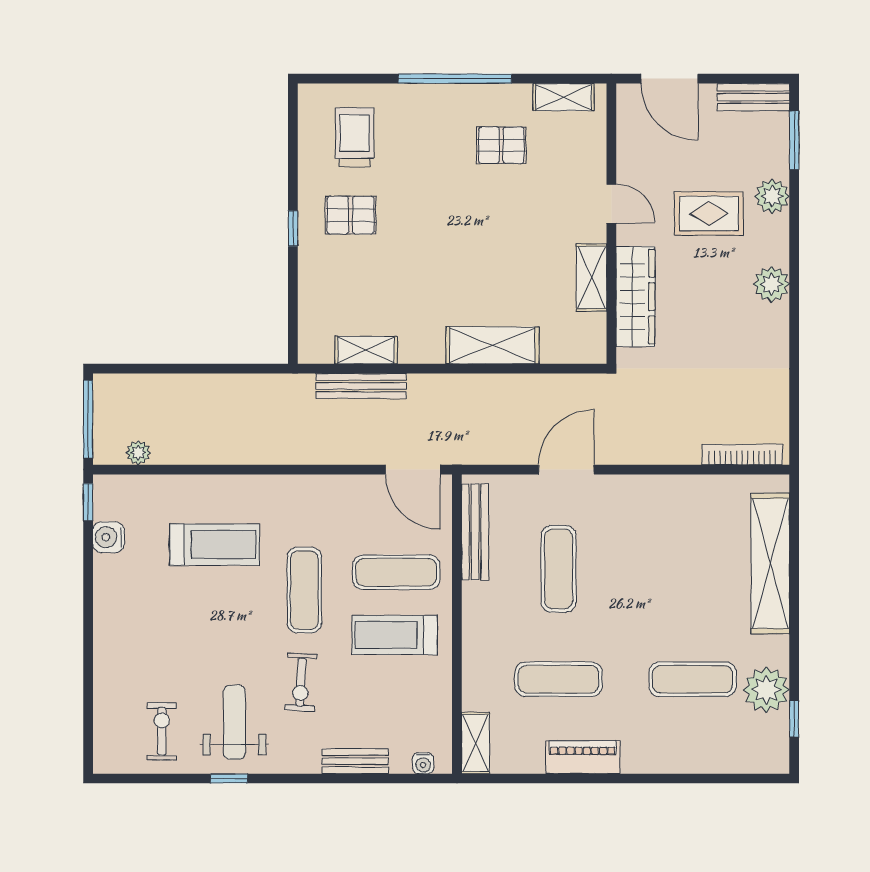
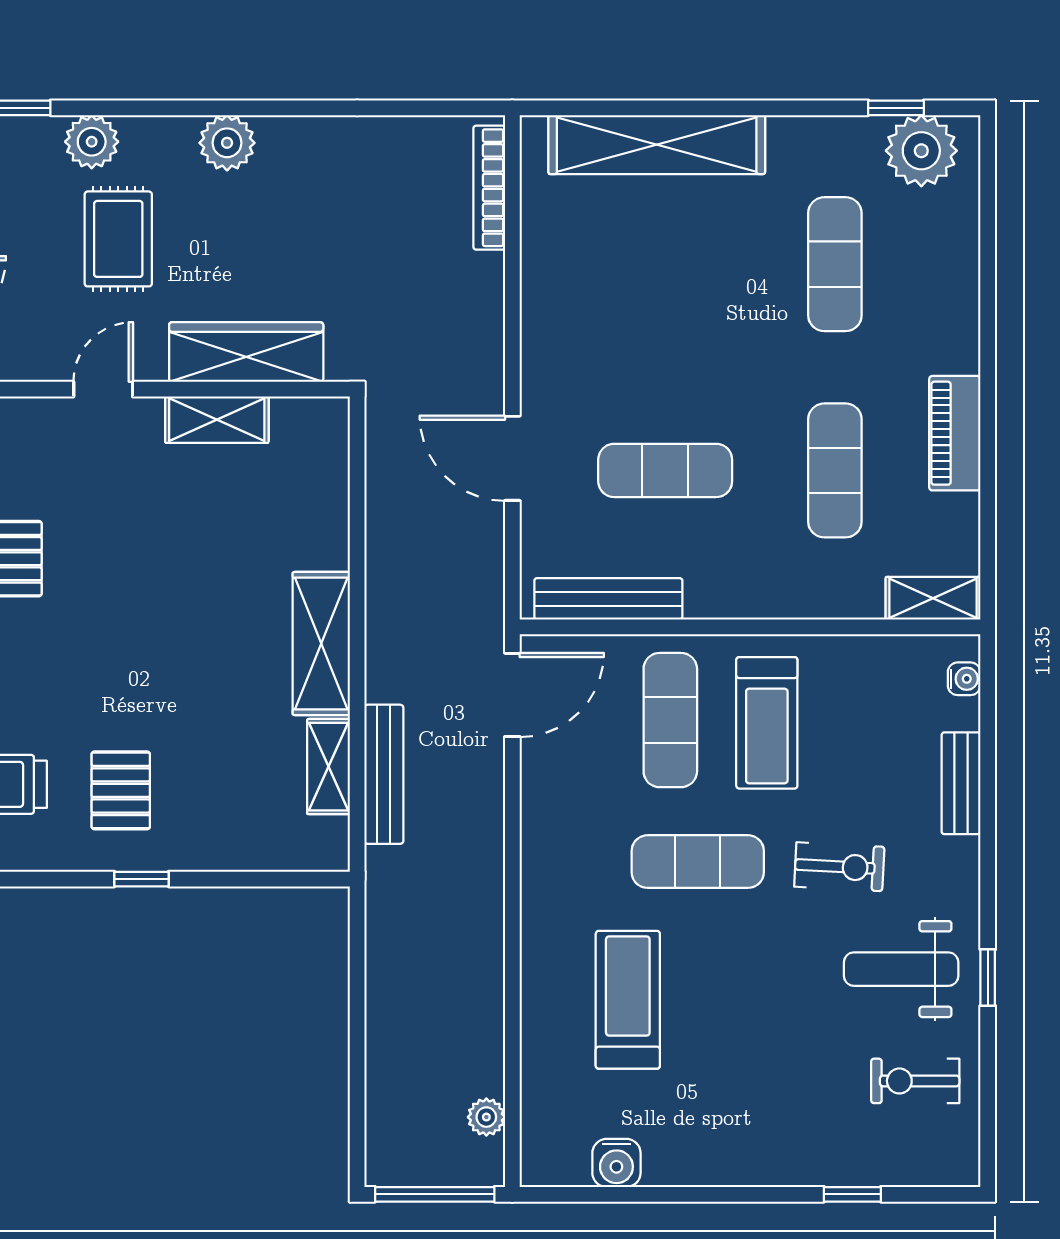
shelving: (492, 345) -> (321, 644), moved
window: (88, 502) -> (852, 1194), moved
plant: (766, 690) -> (921, 151), moved

